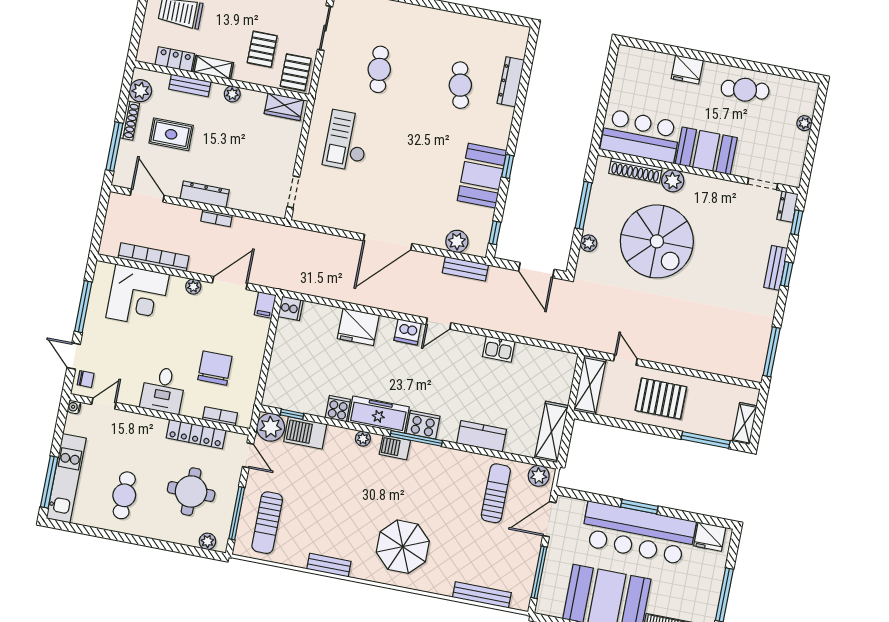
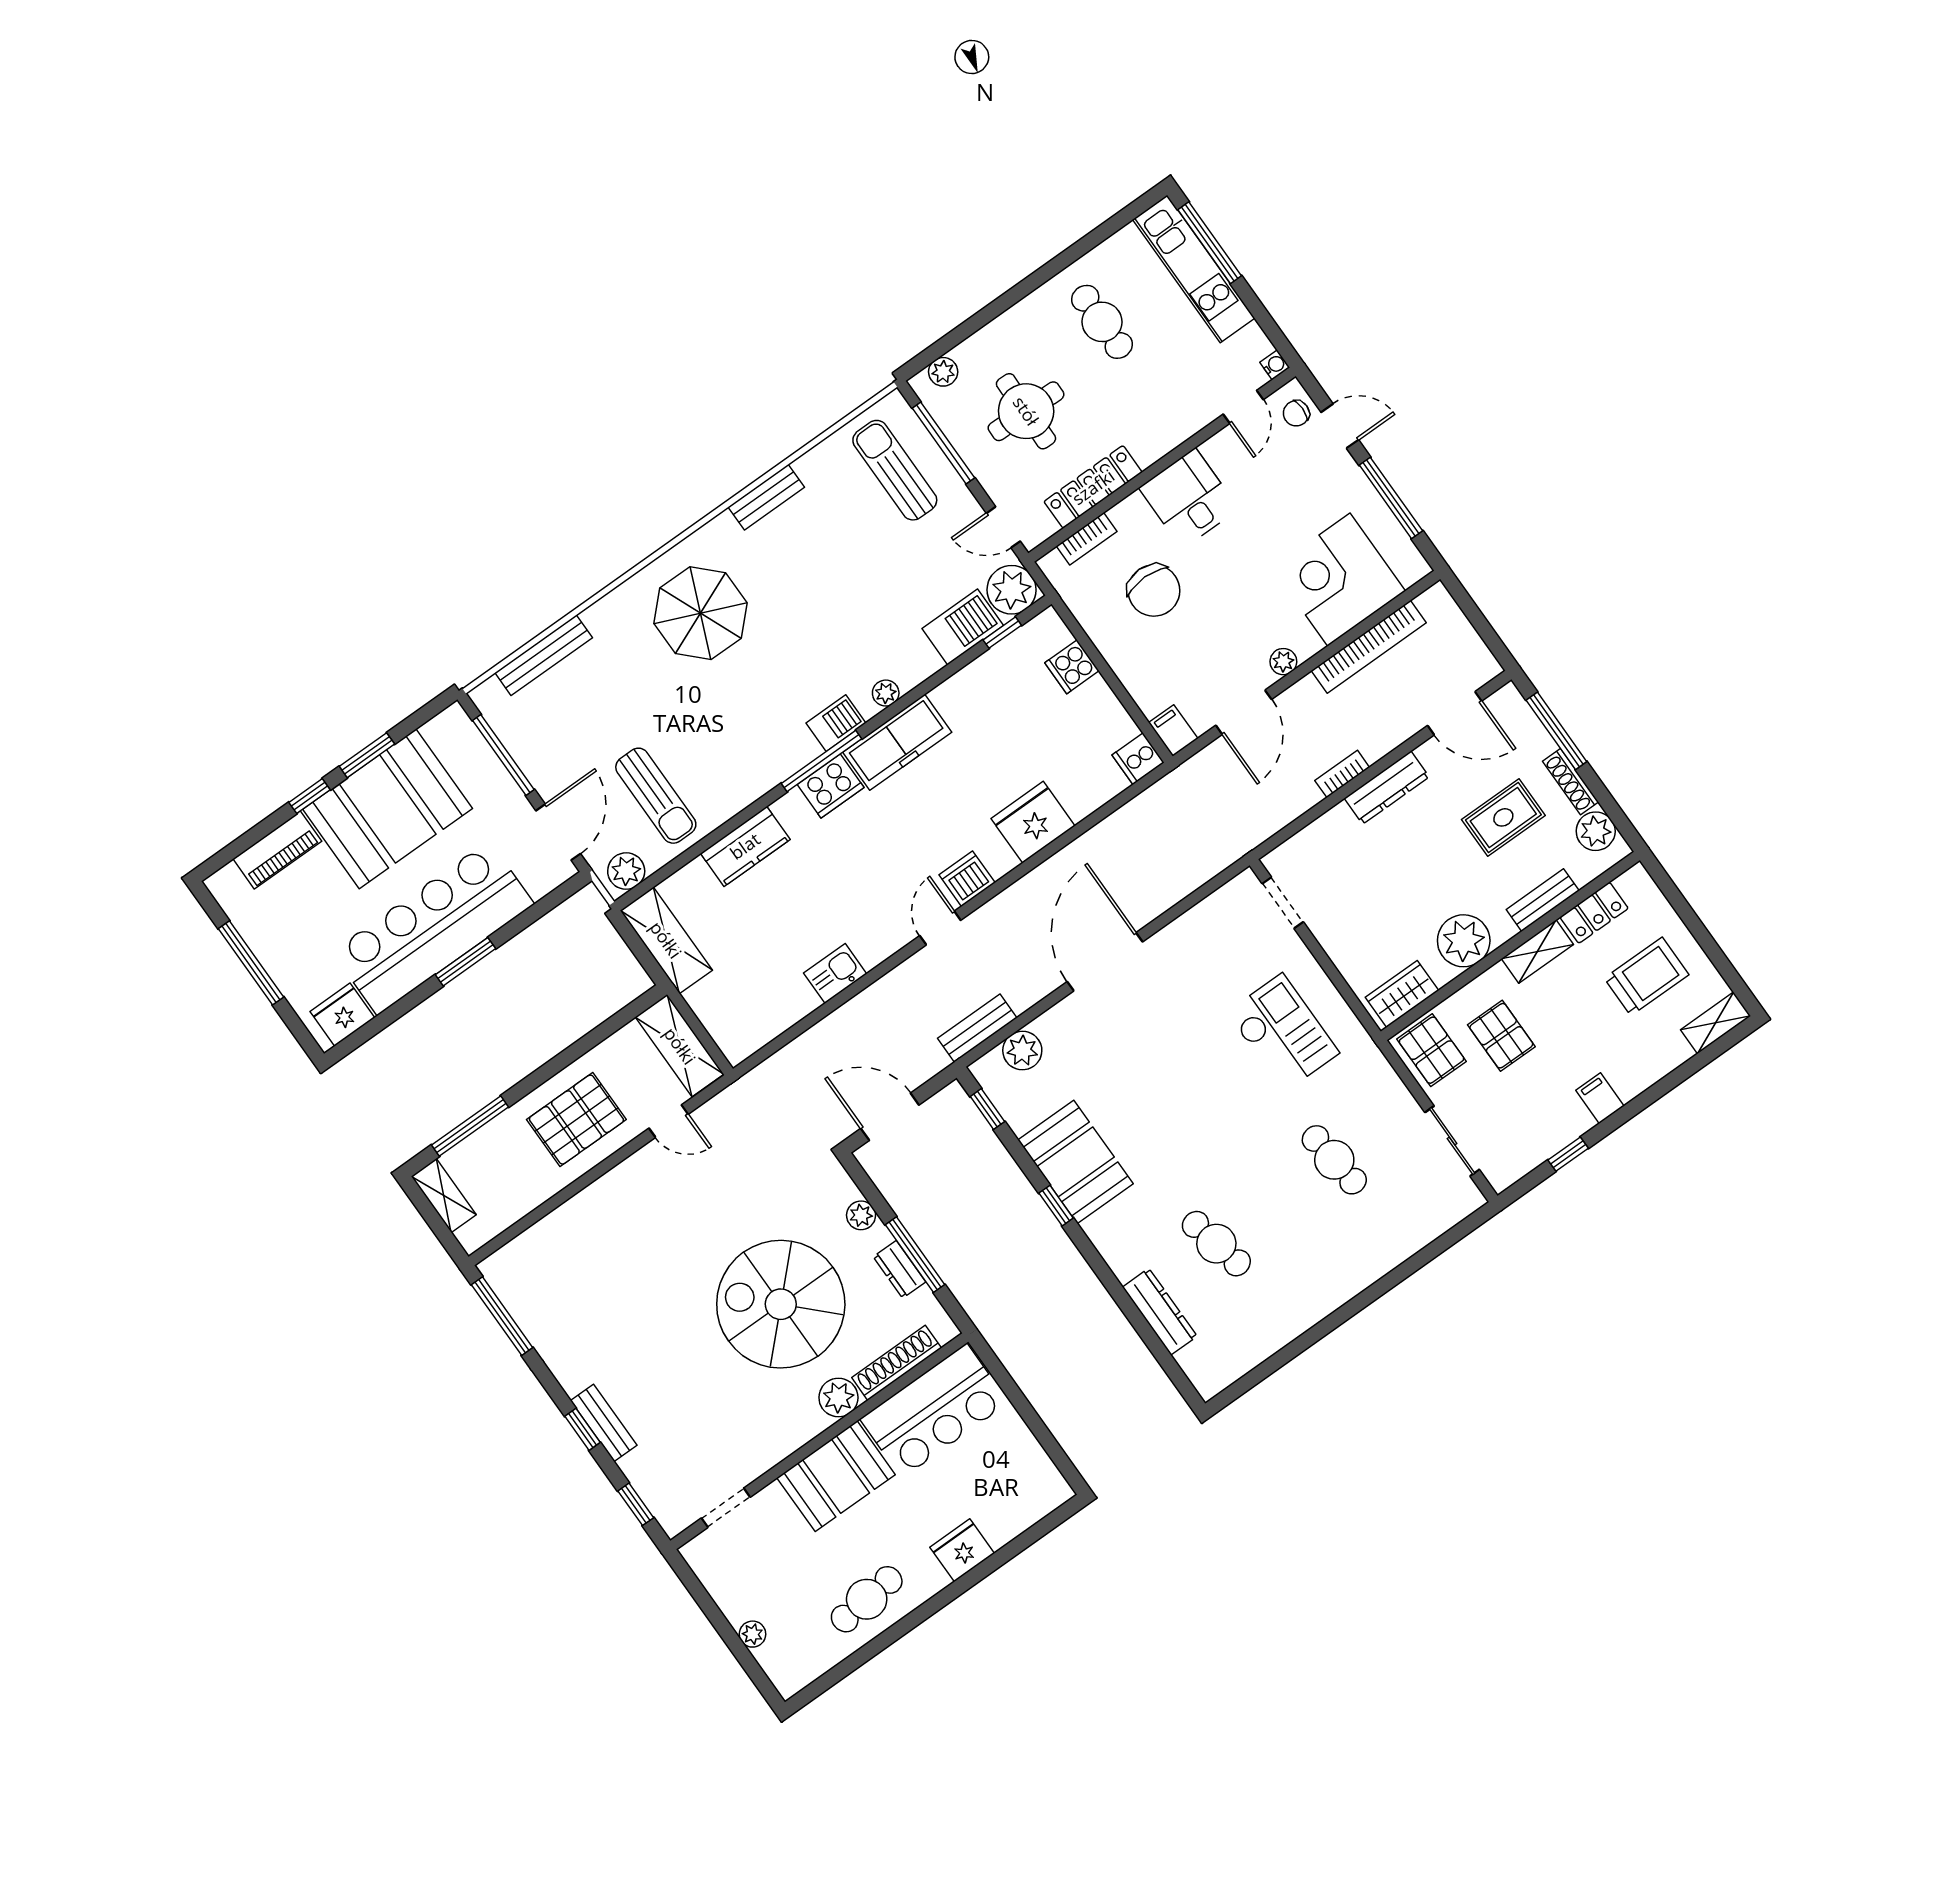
plant: (232, 94) -> (1464, 941), width x1.87, depth x1.87
dresser: (787, 207) -> (899, 1269), moved, turned 180
cooker: (338, 409) -> (1072, 667), moved, turned 90

